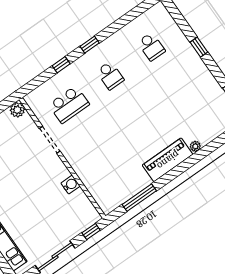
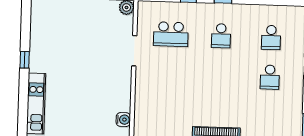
school desk: (174, 79) -> (270, 77), added
water cooler: (71, 185) -> (123, 120), moved

